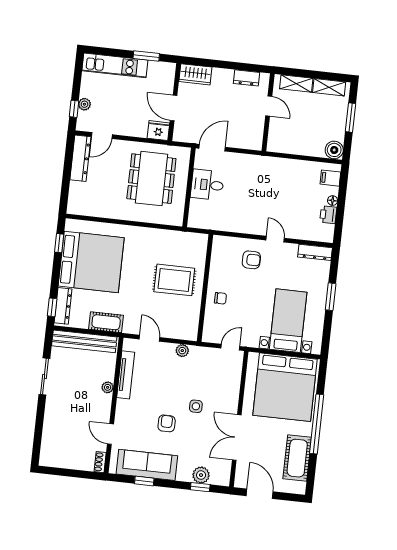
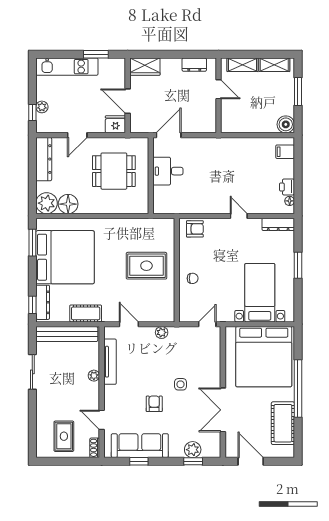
door: (102, 136) -> (77, 135), moved
dining table: (151, 179) -> (114, 171), width x0.73
floor lamp: (333, 201) -> (290, 201), moved
plant: (78, 204) -> (47, 203), added
floor lamp: (100, 207) -> (68, 204), added
window: (59, 243) -> (32, 243), width x1.50
armchair: (251, 260) -> (195, 229), moved
rug: (70, 447) -> (64, 436), added

